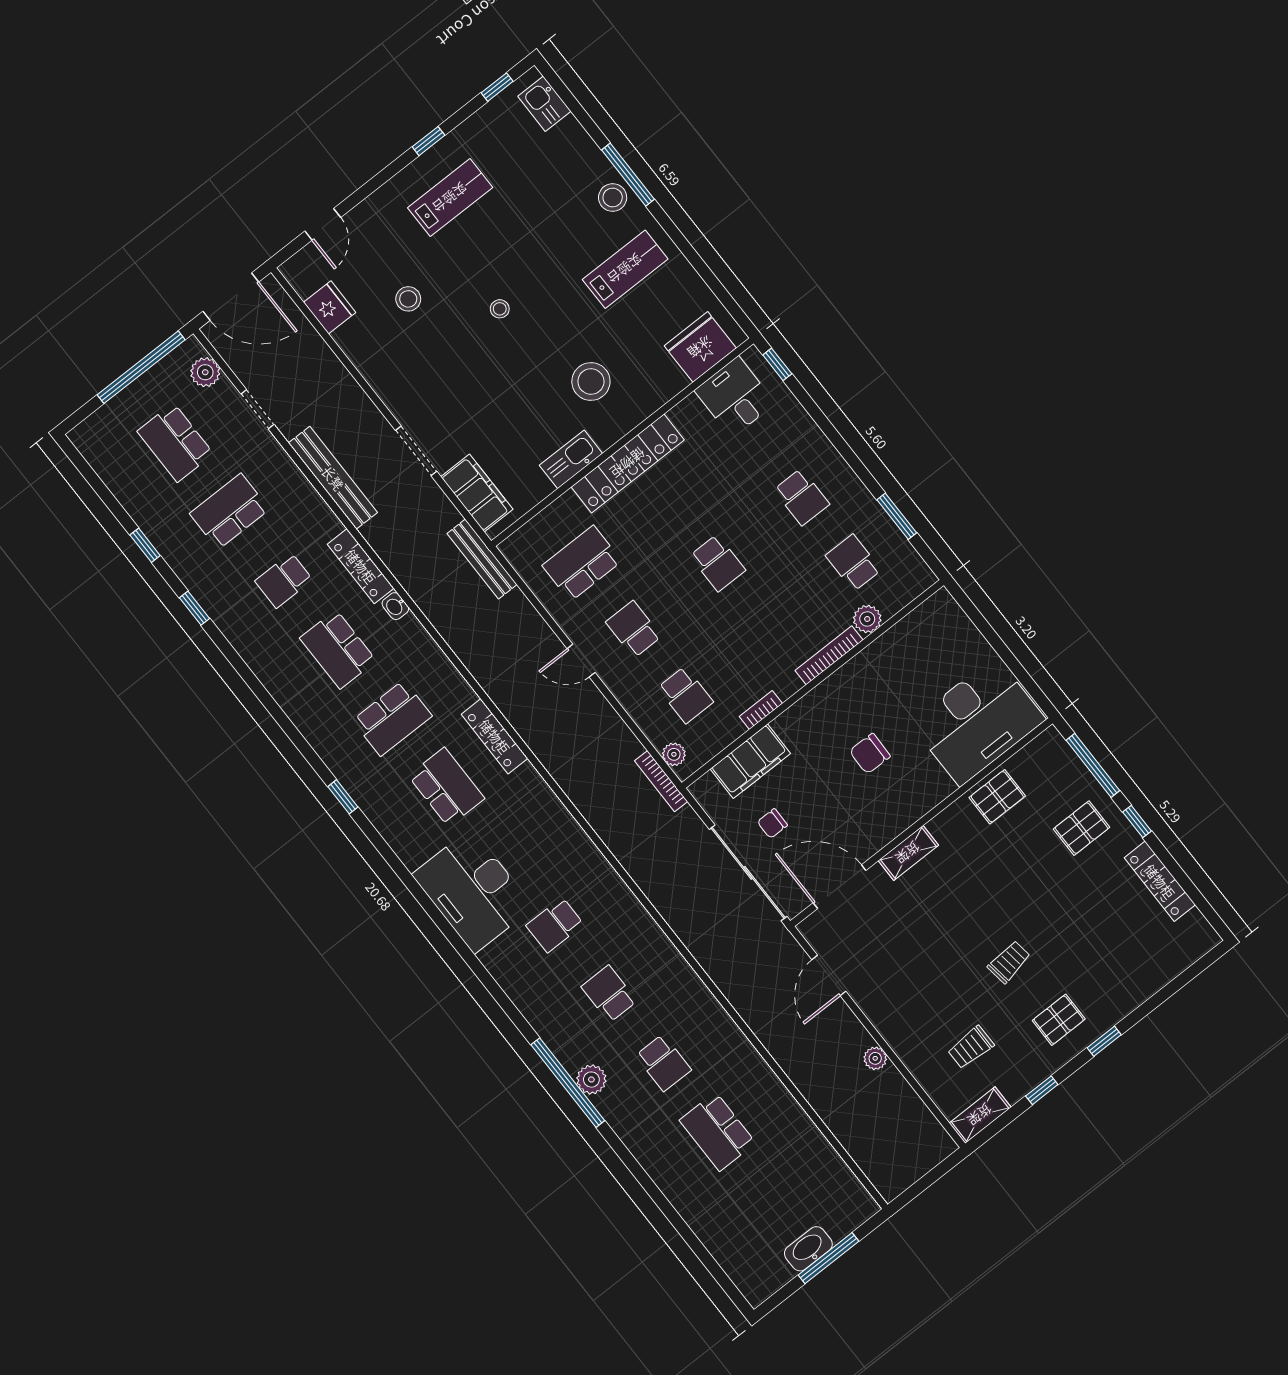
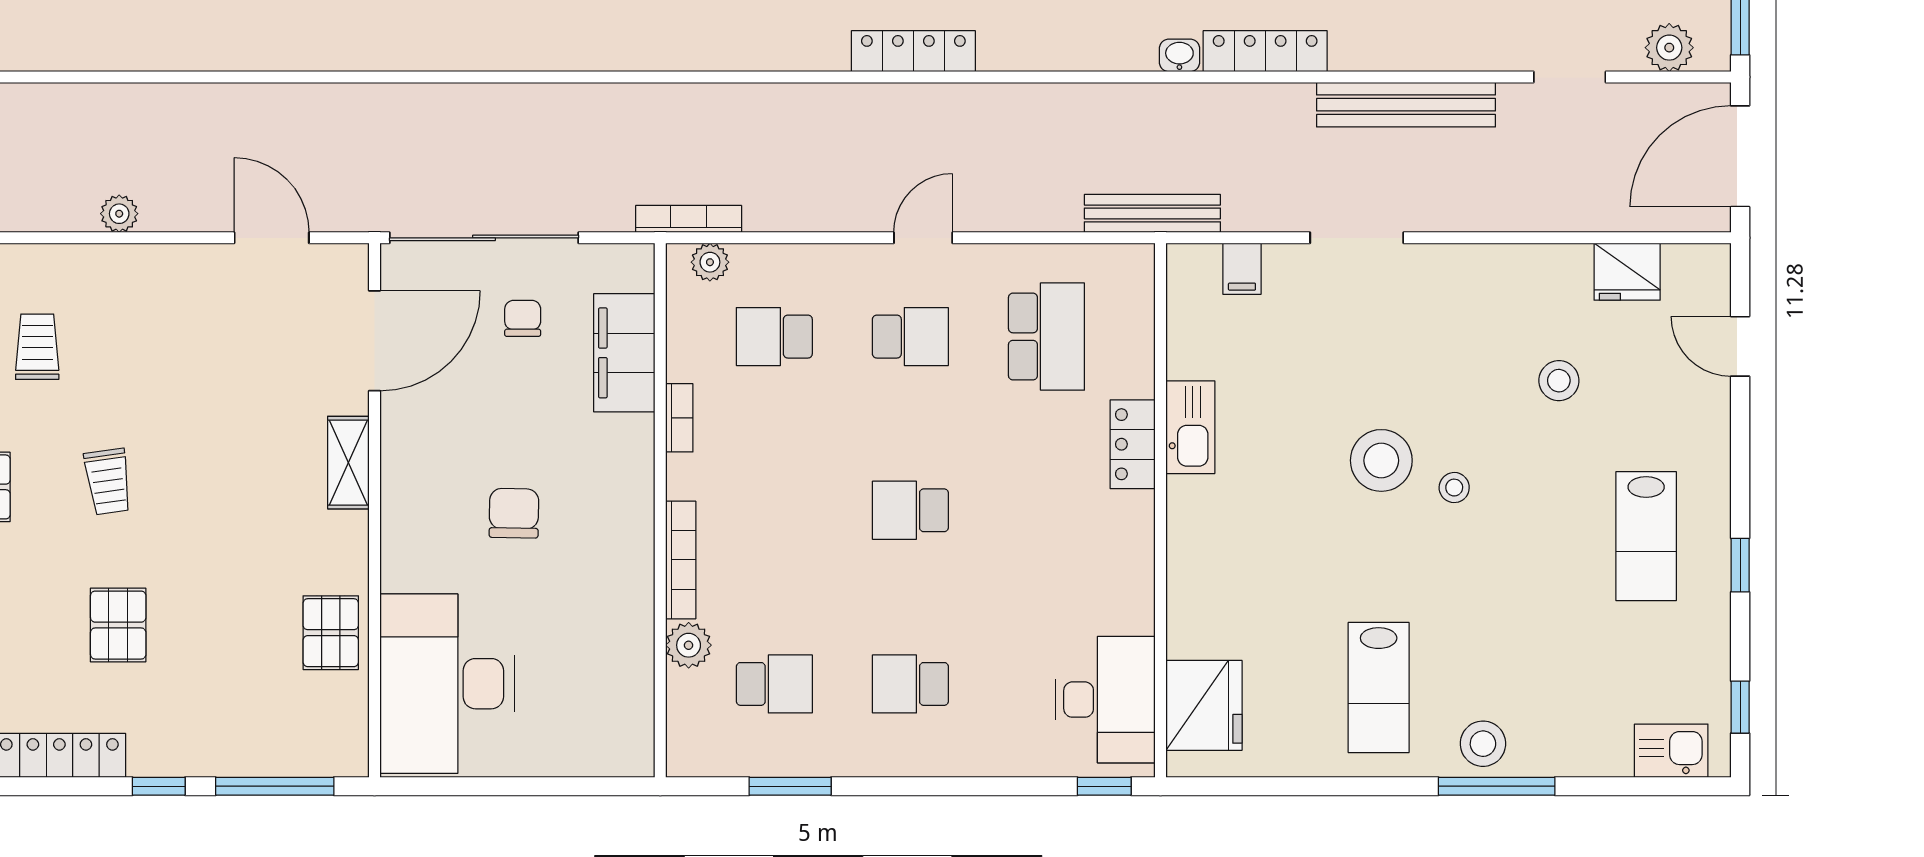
stool: (591, 382) -> (1381, 460), moved
desk: (735, 397) -> (1105, 700), width x1.37
locker: (628, 463) -> (1133, 444), width x0.46, depth x0.83
filing cabinet: (477, 493) -> (1242, 269), width x0.33, depth x0.86
pallet: (1081, 828) -> (118, 625), moved

